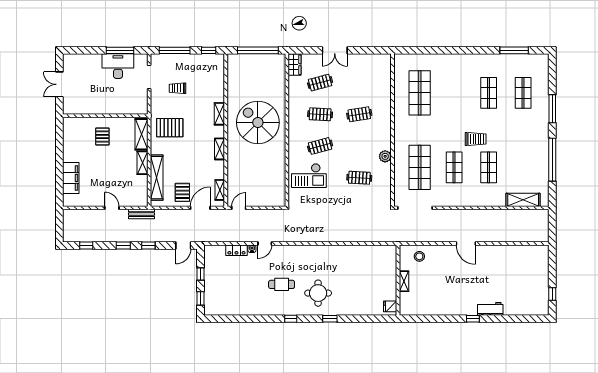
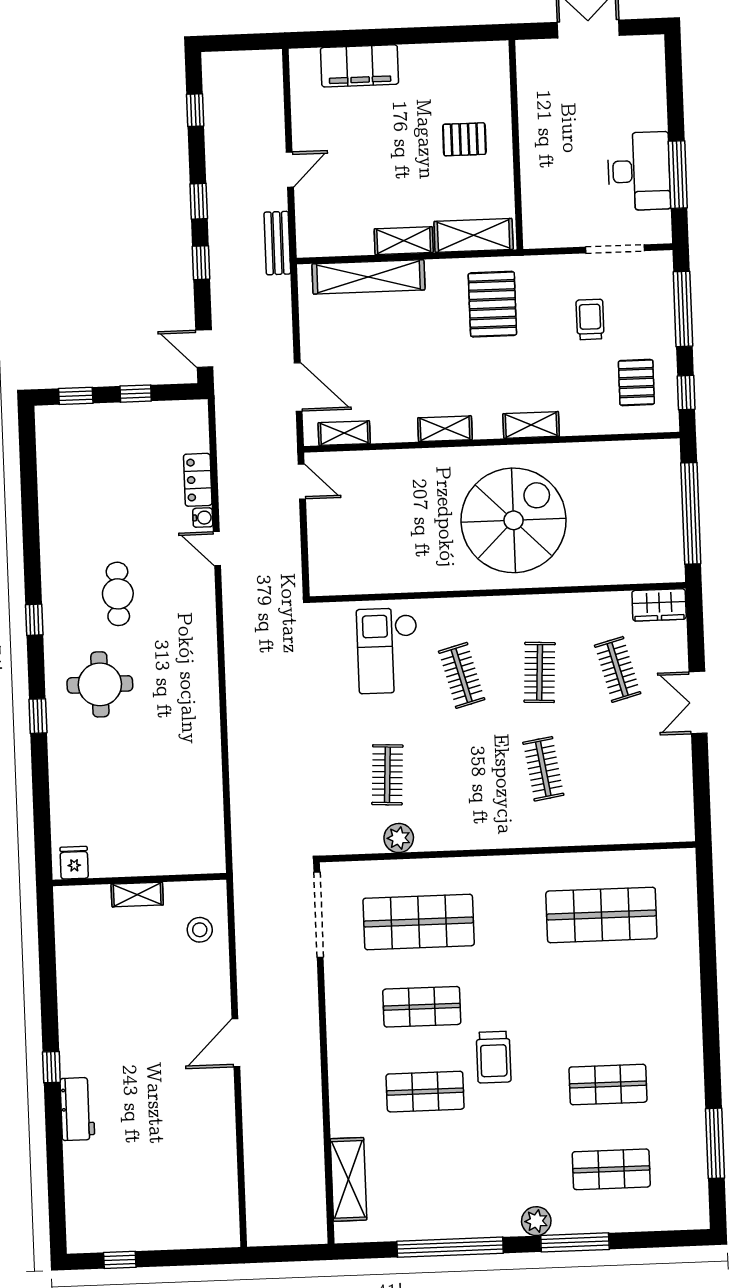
plant: (543, 124) -> (536, 1221), added
plant: (385, 156) -> (399, 838), moved
pallet: (182, 192) -> (636, 383), moved, turned 90

